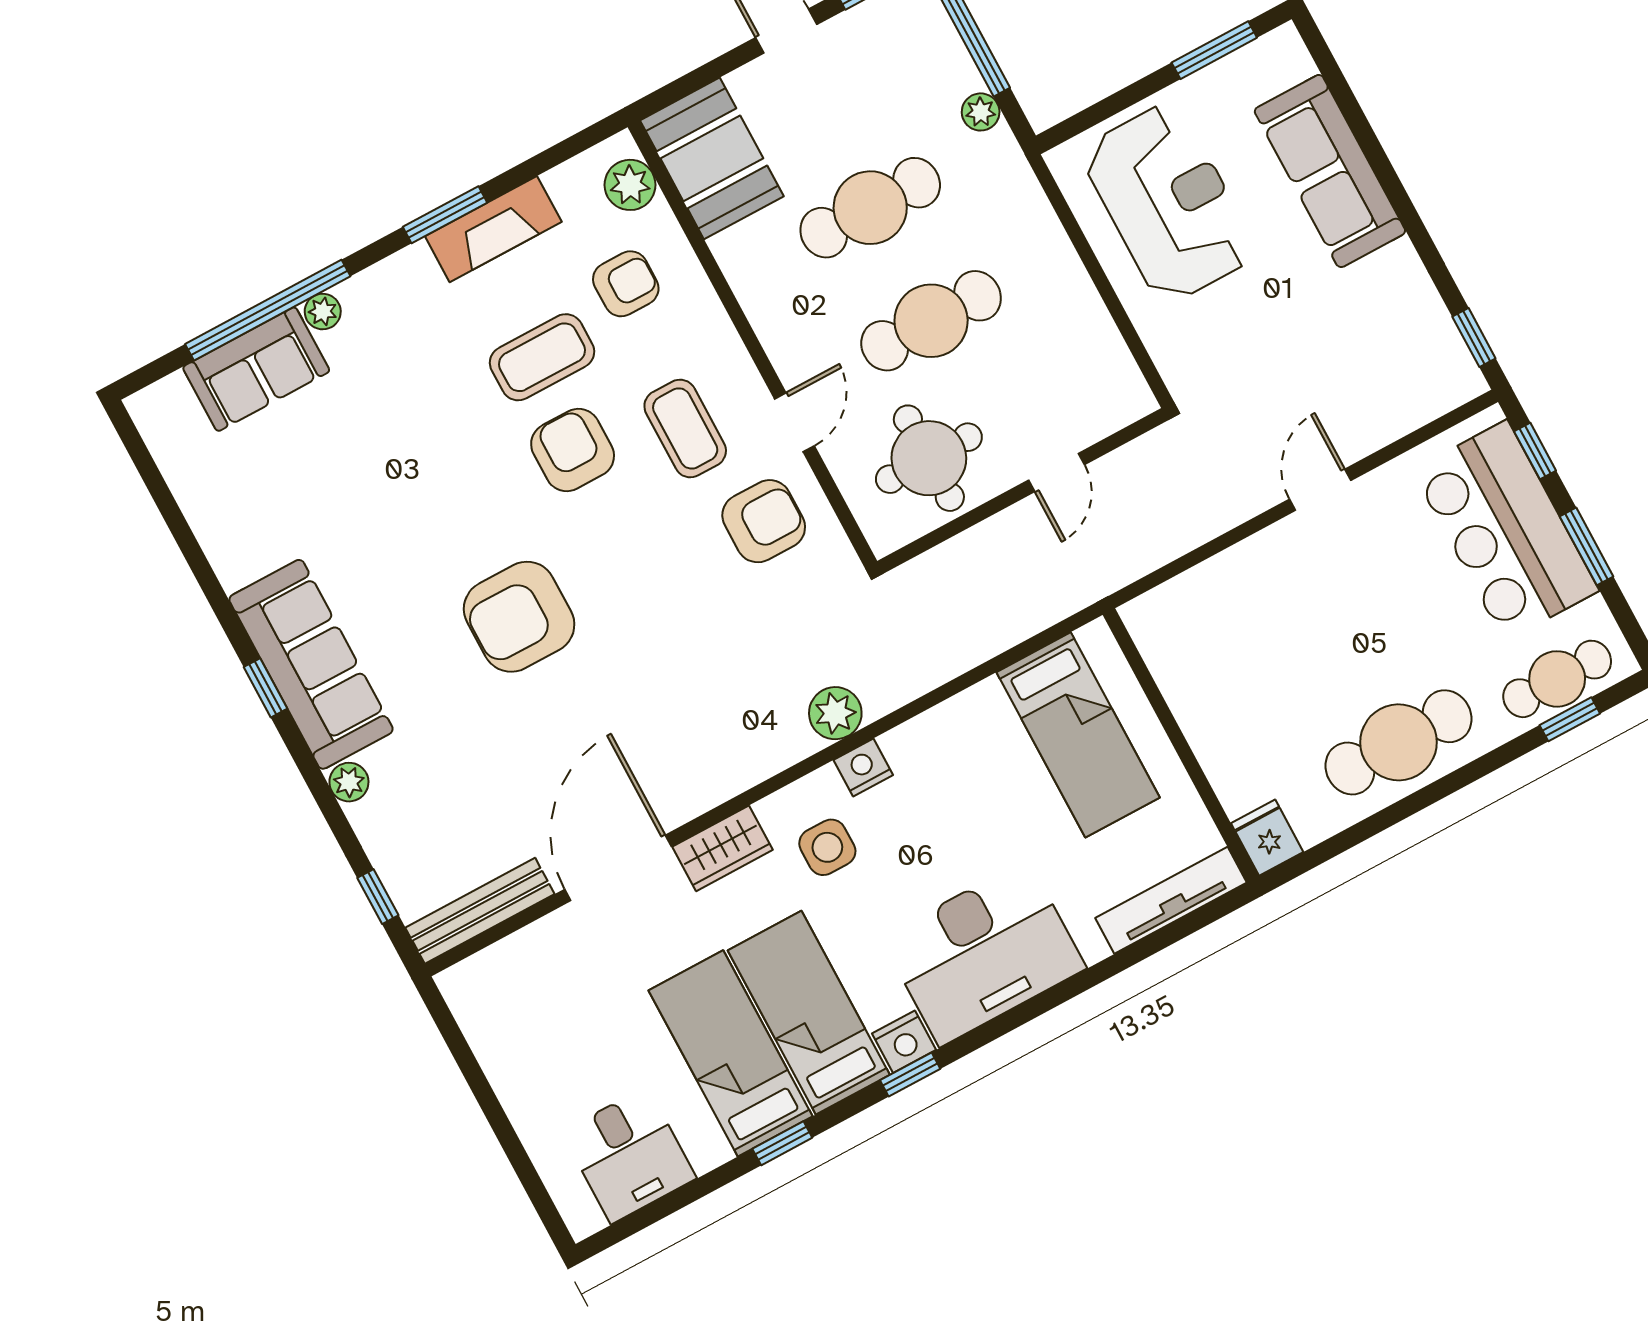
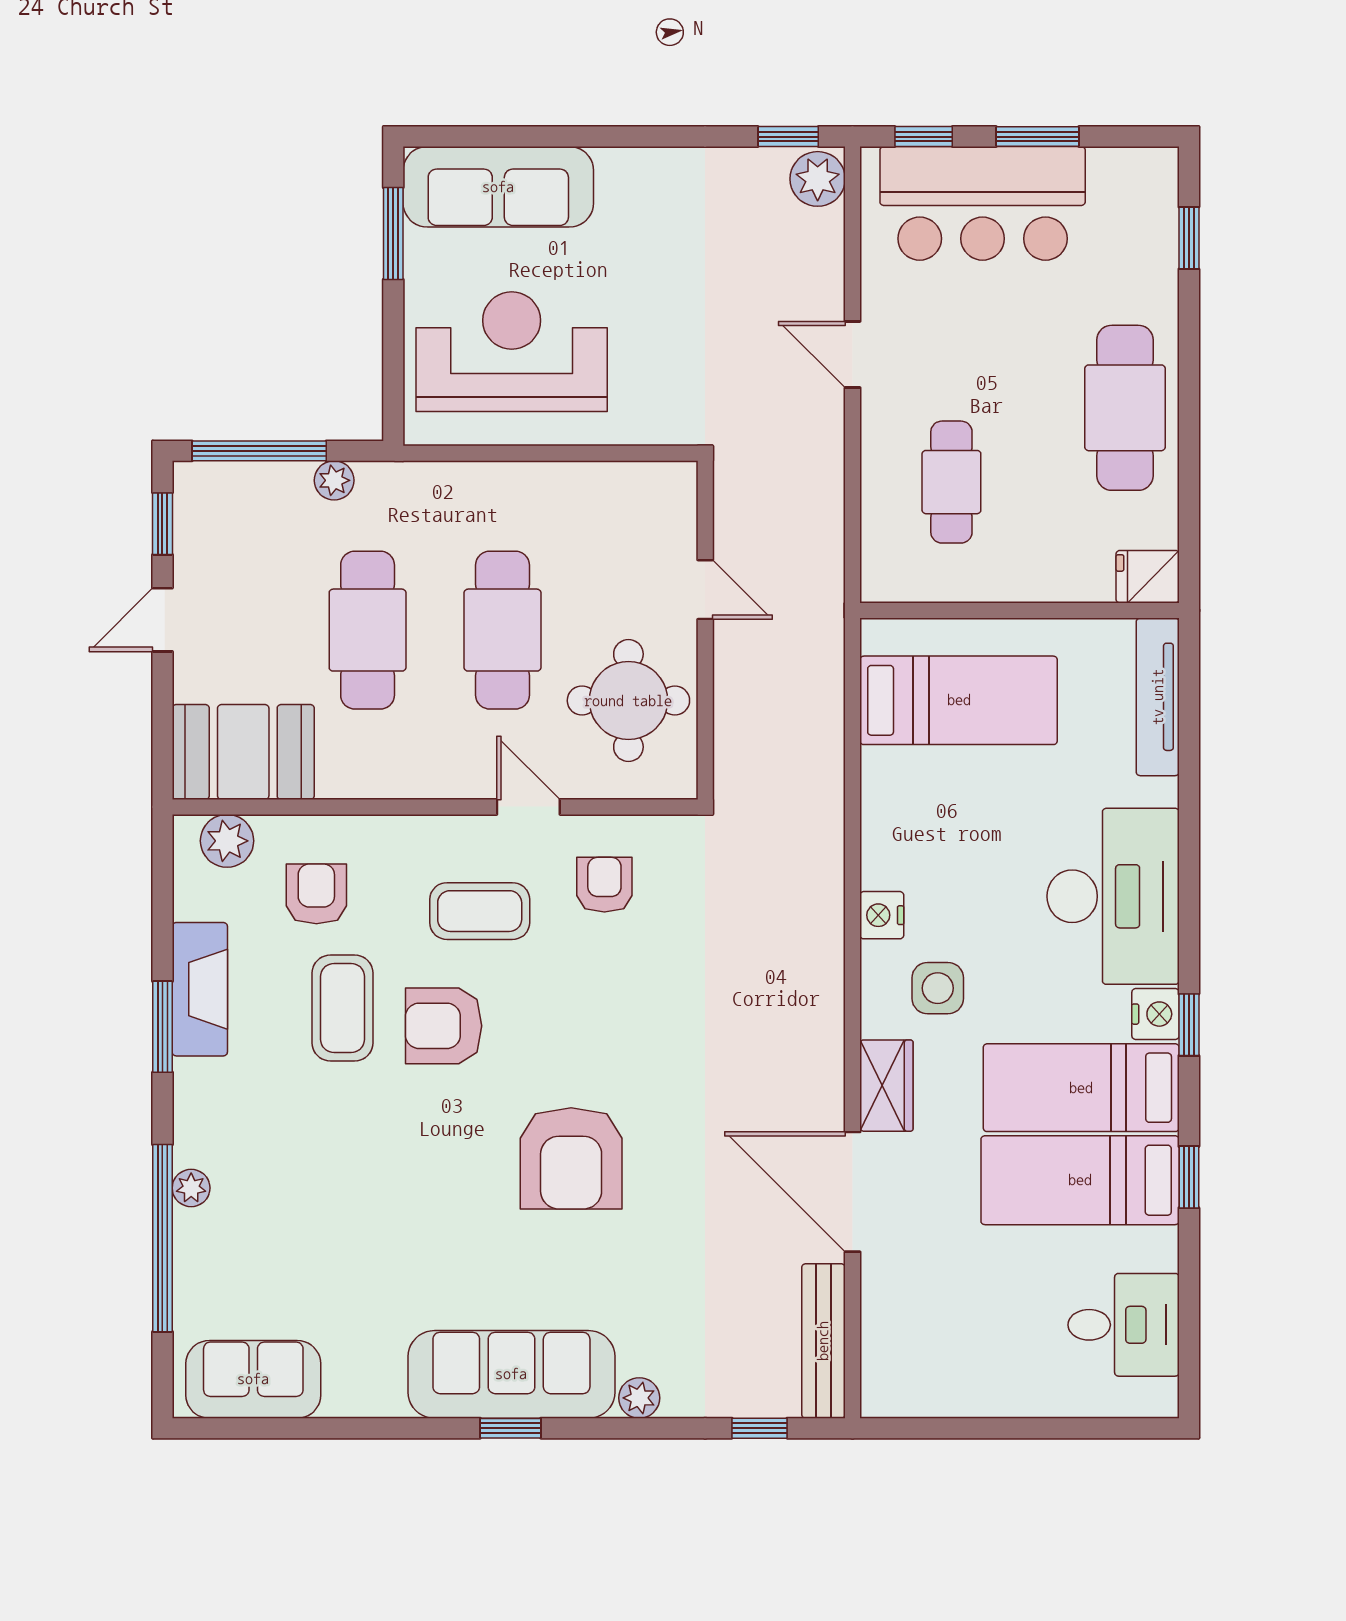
sofa: (1330, 171) -> (498, 187), moved
sofa: (256, 369) -> (253, 1379), moved, turned -90
armchair: (764, 521) -> (604, 885), width x0.72, depth x0.72
cafe table: (1557, 679) -> (951, 482), moved
plant: (835, 713) -> (818, 179), moved

